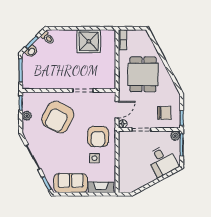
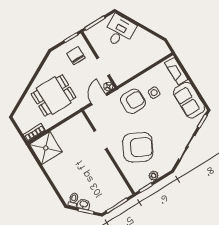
shower: (89, 41) -> (46, 148), moved
washbasin: (31, 51) -> (84, 204), moved
door: (117, 110) -> (99, 99), hinge flipped
plant: (175, 136) -> (90, 33), removed

